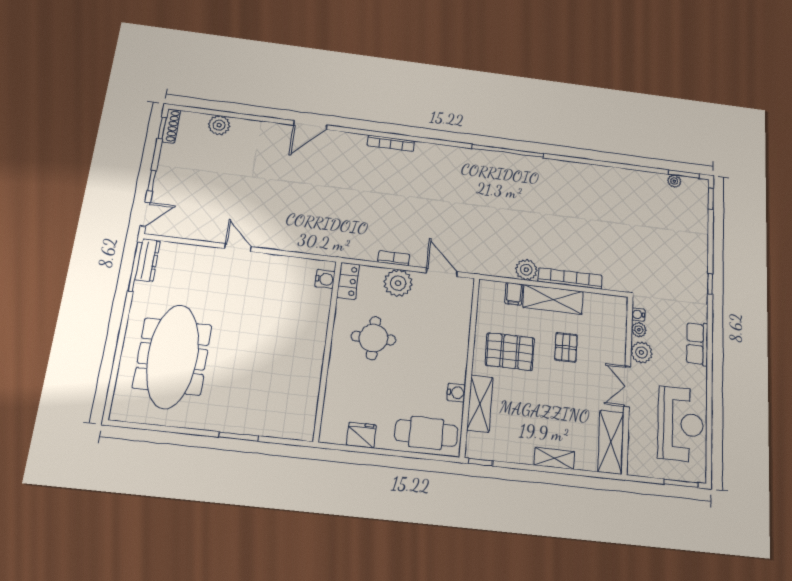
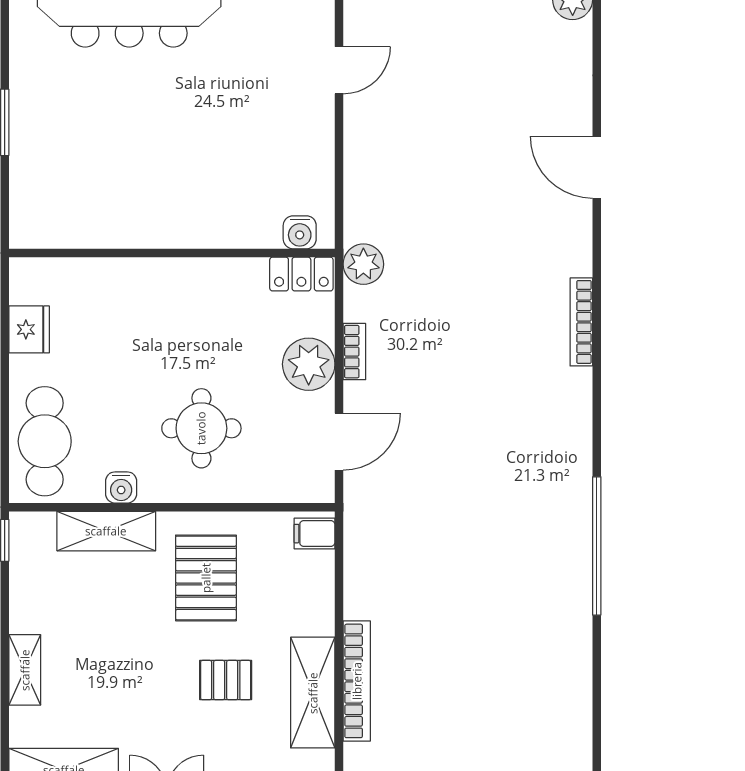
plant: (526, 270) -> (363, 264), moved
filing cabinet: (514, 294) -> (314, 534), moved
shelving: (553, 299) -> (313, 693), moved
round table: (373, 338) -> (201, 428), moved

